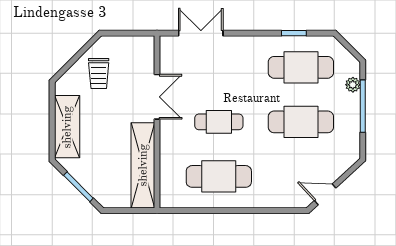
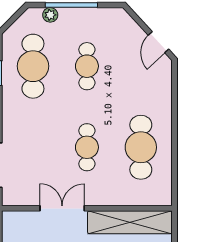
cafe table: (301, 122) -> (87, 66), width x0.73, depth x0.74

